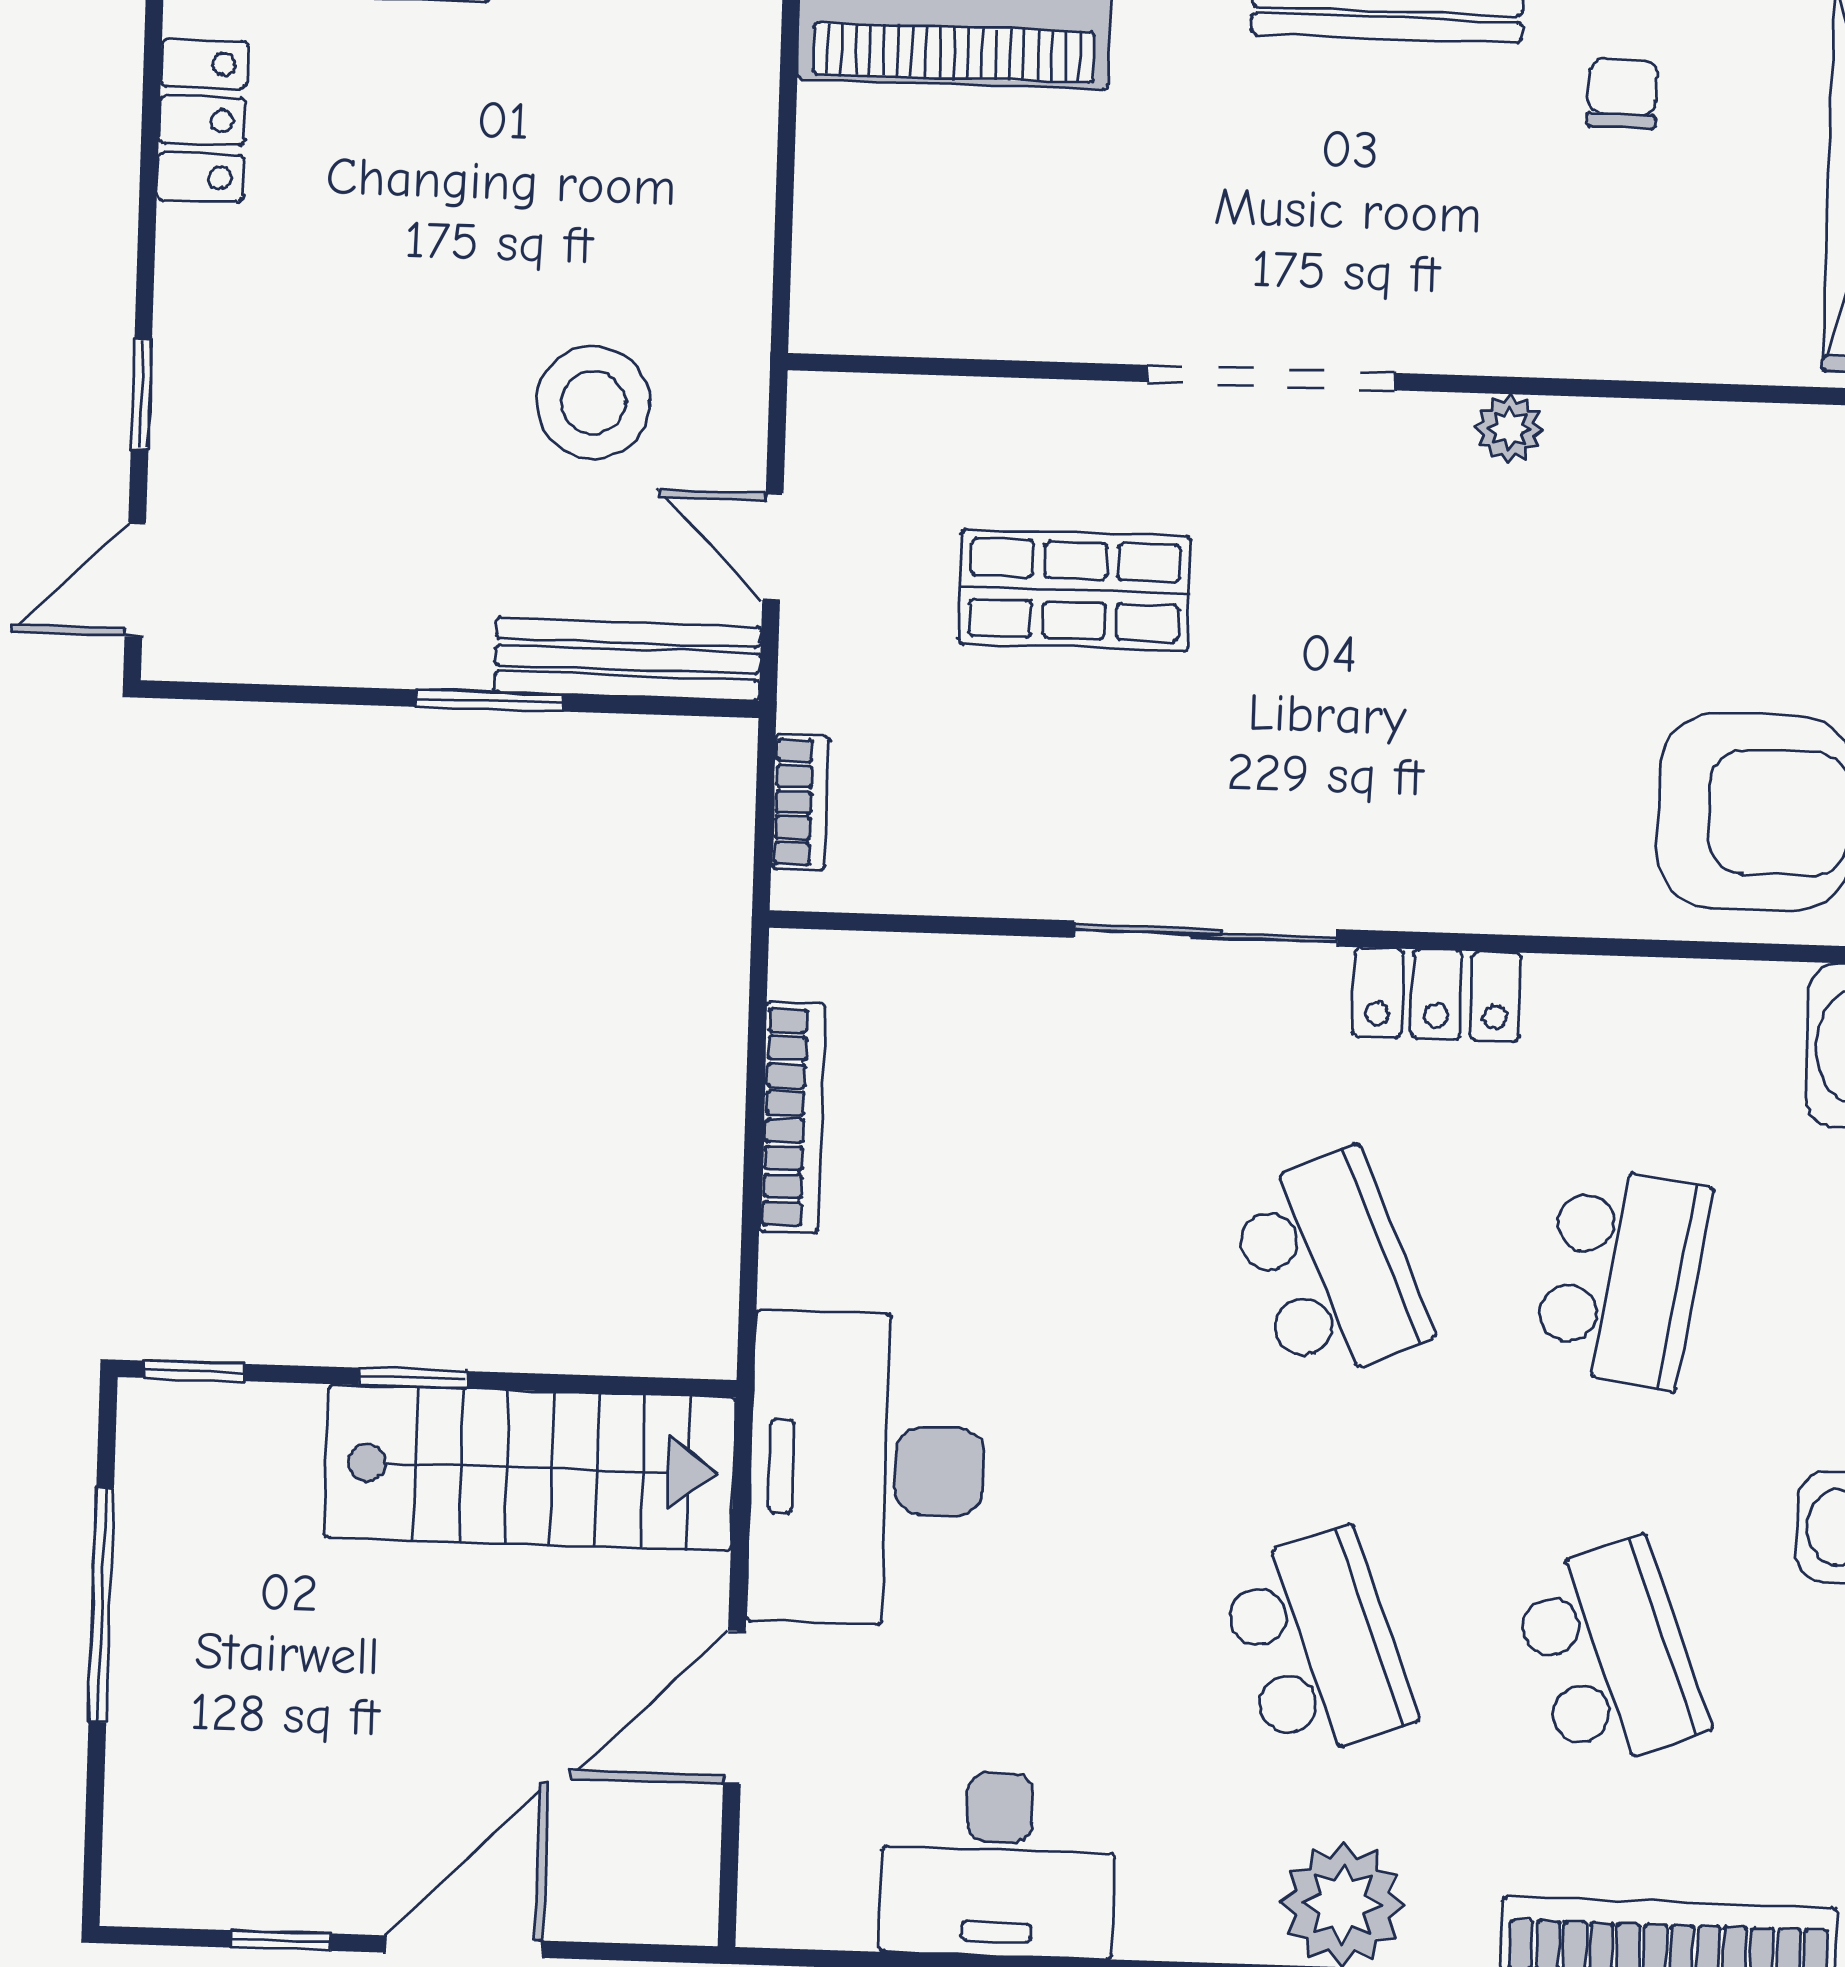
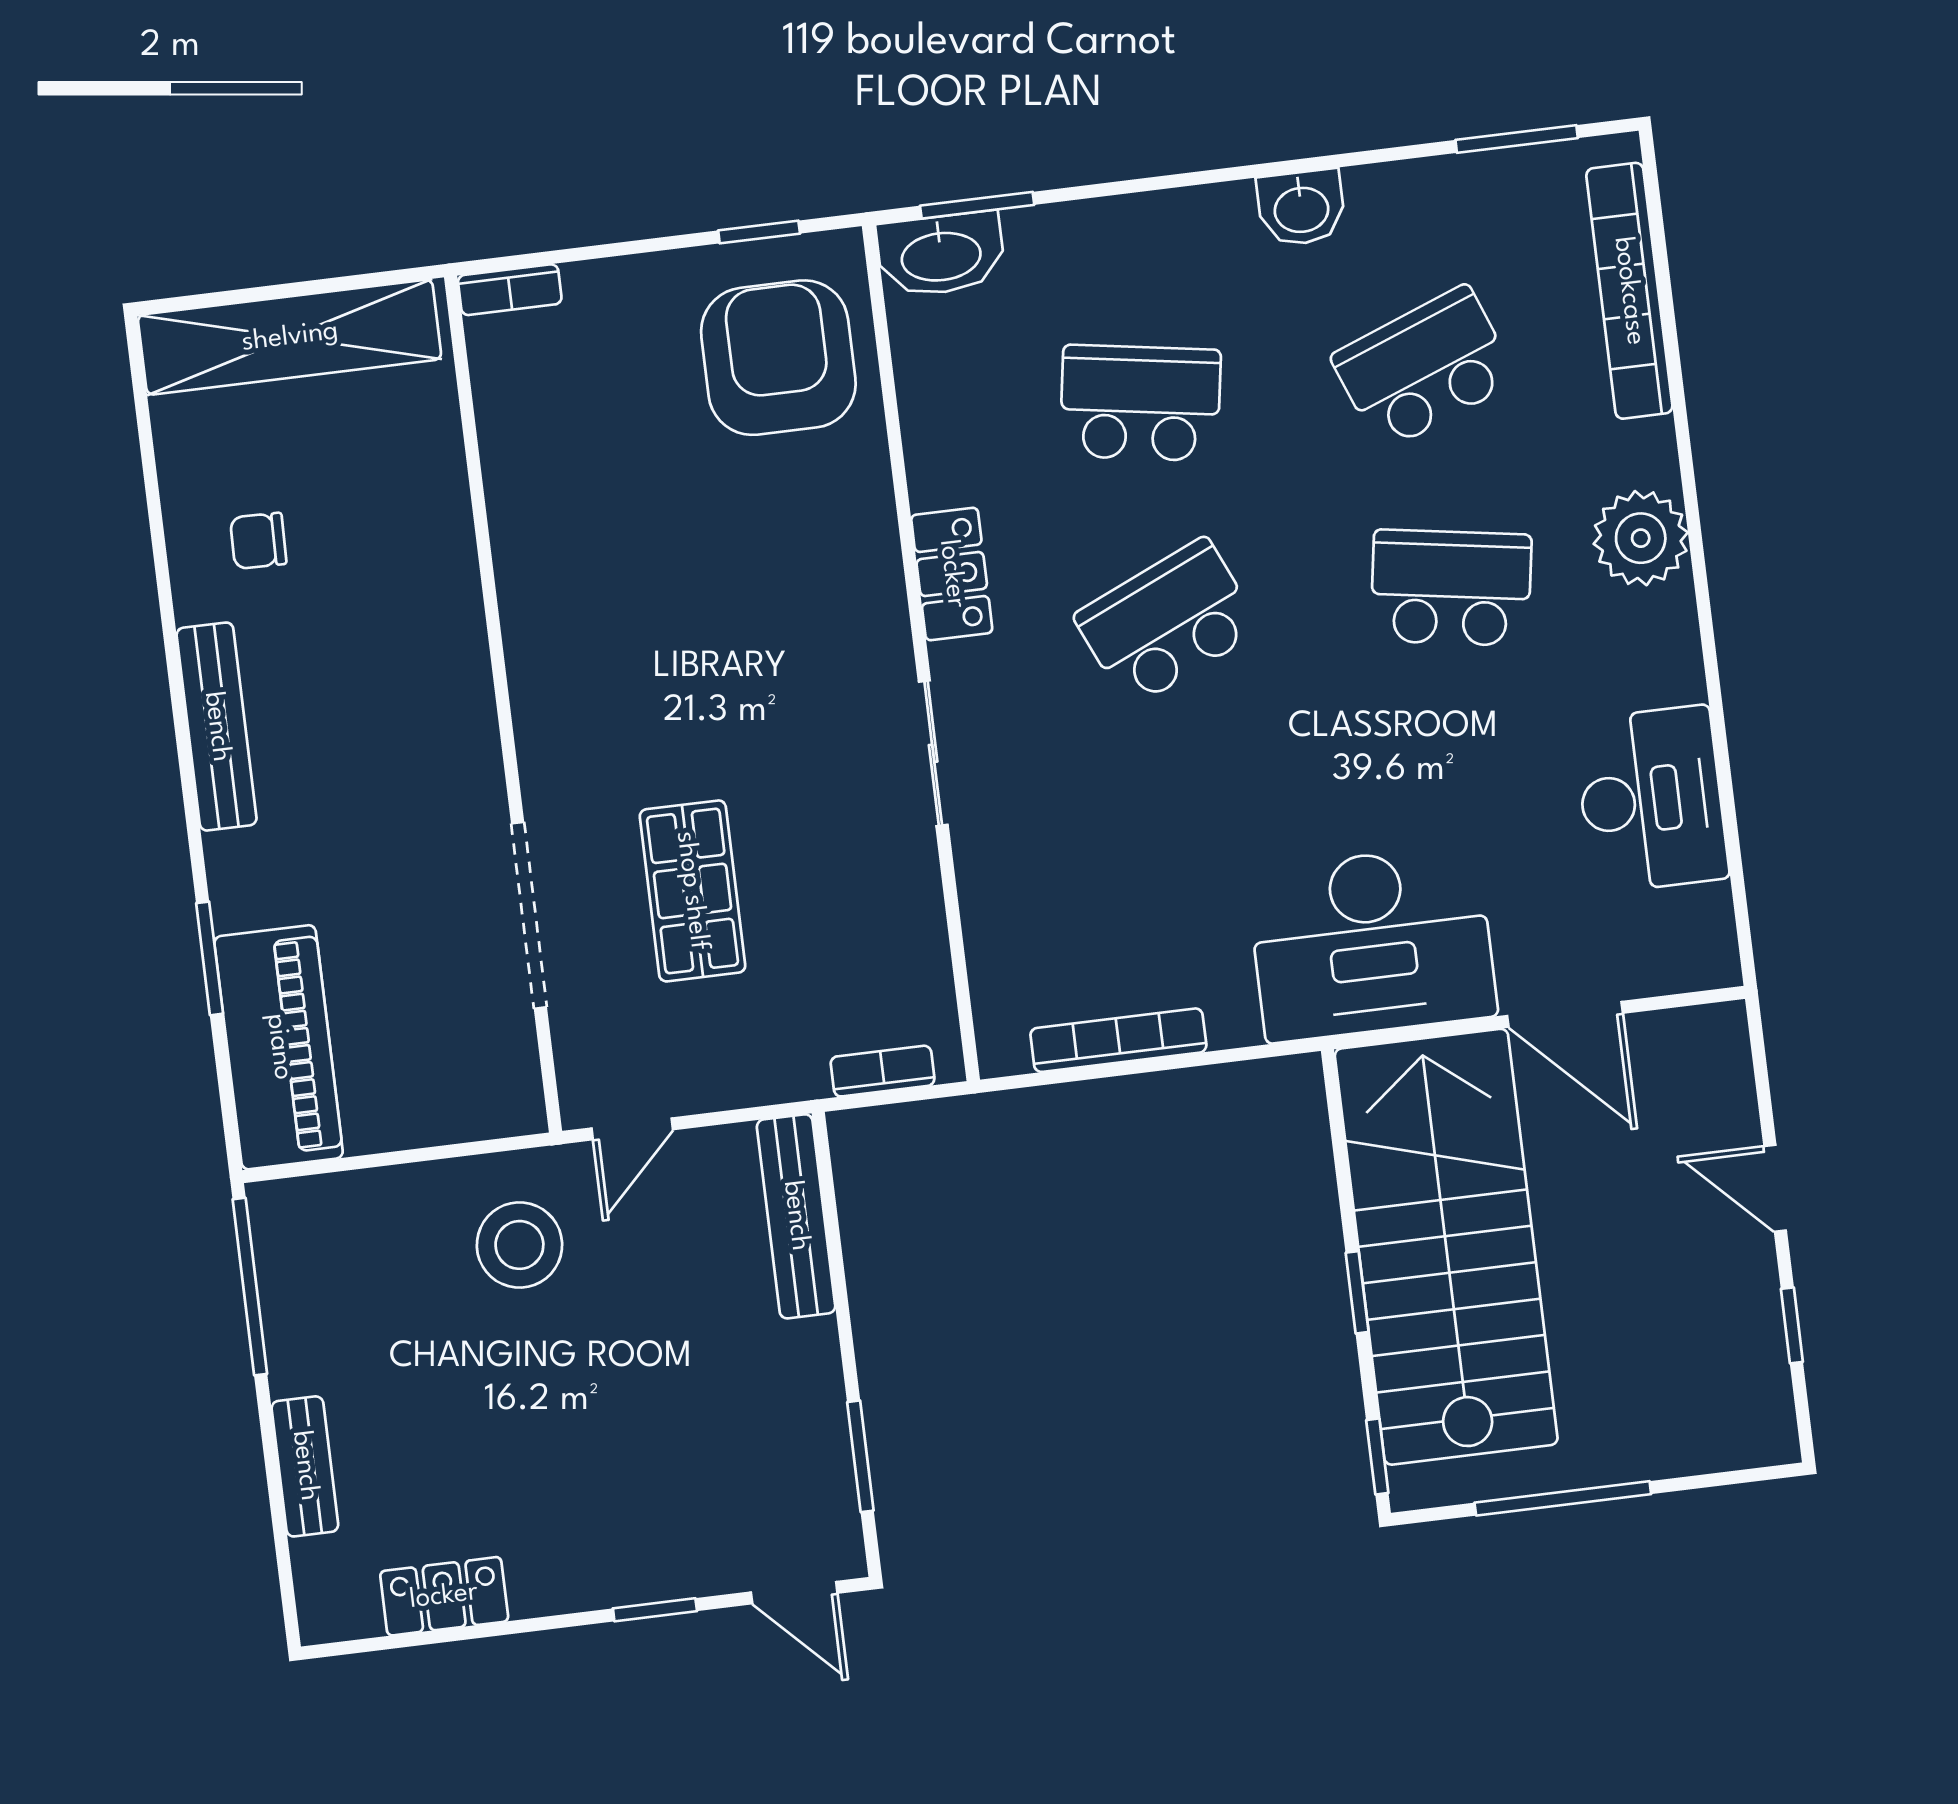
doorway: (1271, 378) -> (529, 915), moved
stool: (593, 403) -> (519, 1245), moved
plant: (1509, 428) -> (521, 586), removed
door: (773, 547) -> (632, 1129), moved
window: (490, 701) -> (860, 1456), moved
sliding door: (1206, 934) -> (933, 753), width x0.73
stairs: (530, 1468) -> (1446, 1247), width x1.36, depth x1.51
school desk: (1316, 1646) -> (1451, 588), turned 30
door: (464, 1947) -> (1775, 1188), width x0.73

